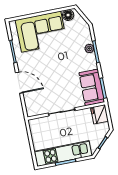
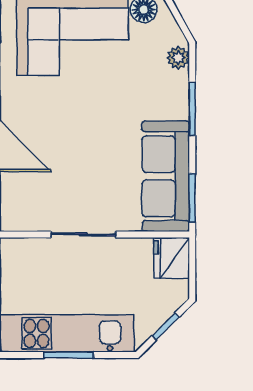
plant: (89, 48) -> (178, 58), moved
sofa: (92, 87) -> (166, 176), width x1.36

